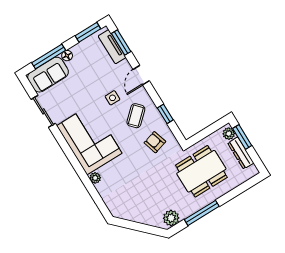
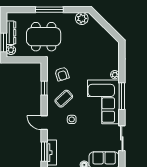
door: (141, 75) -> (44, 123), swing flipped
window: (73, 159) -> (122, 96), added
window: (202, 213) -> (49, 10), moved

